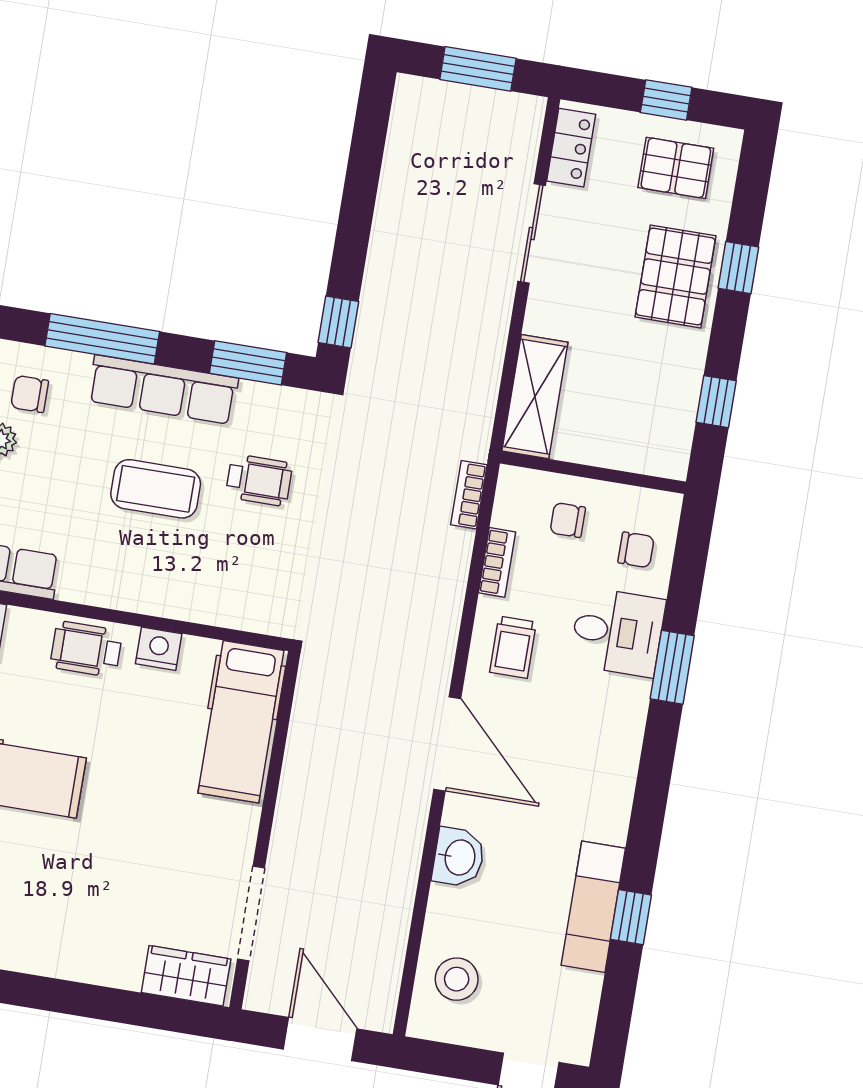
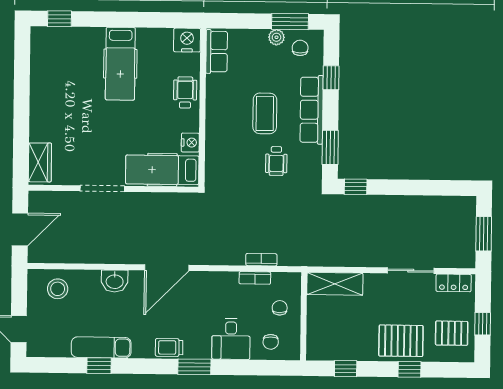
pallet: (676, 168) -> (452, 333), turned 90
window: (102, 339) -> (331, 78), width x0.46
bookcase: (469, 495) -> (261, 260), moved
trolley: (513, 647) -> (169, 347), moved
nightstand: (159, 649) -> (190, 143), moved
window: (672, 667) -> (194, 367), moved
doorway: (251, 913) -> (102, 189), moved

